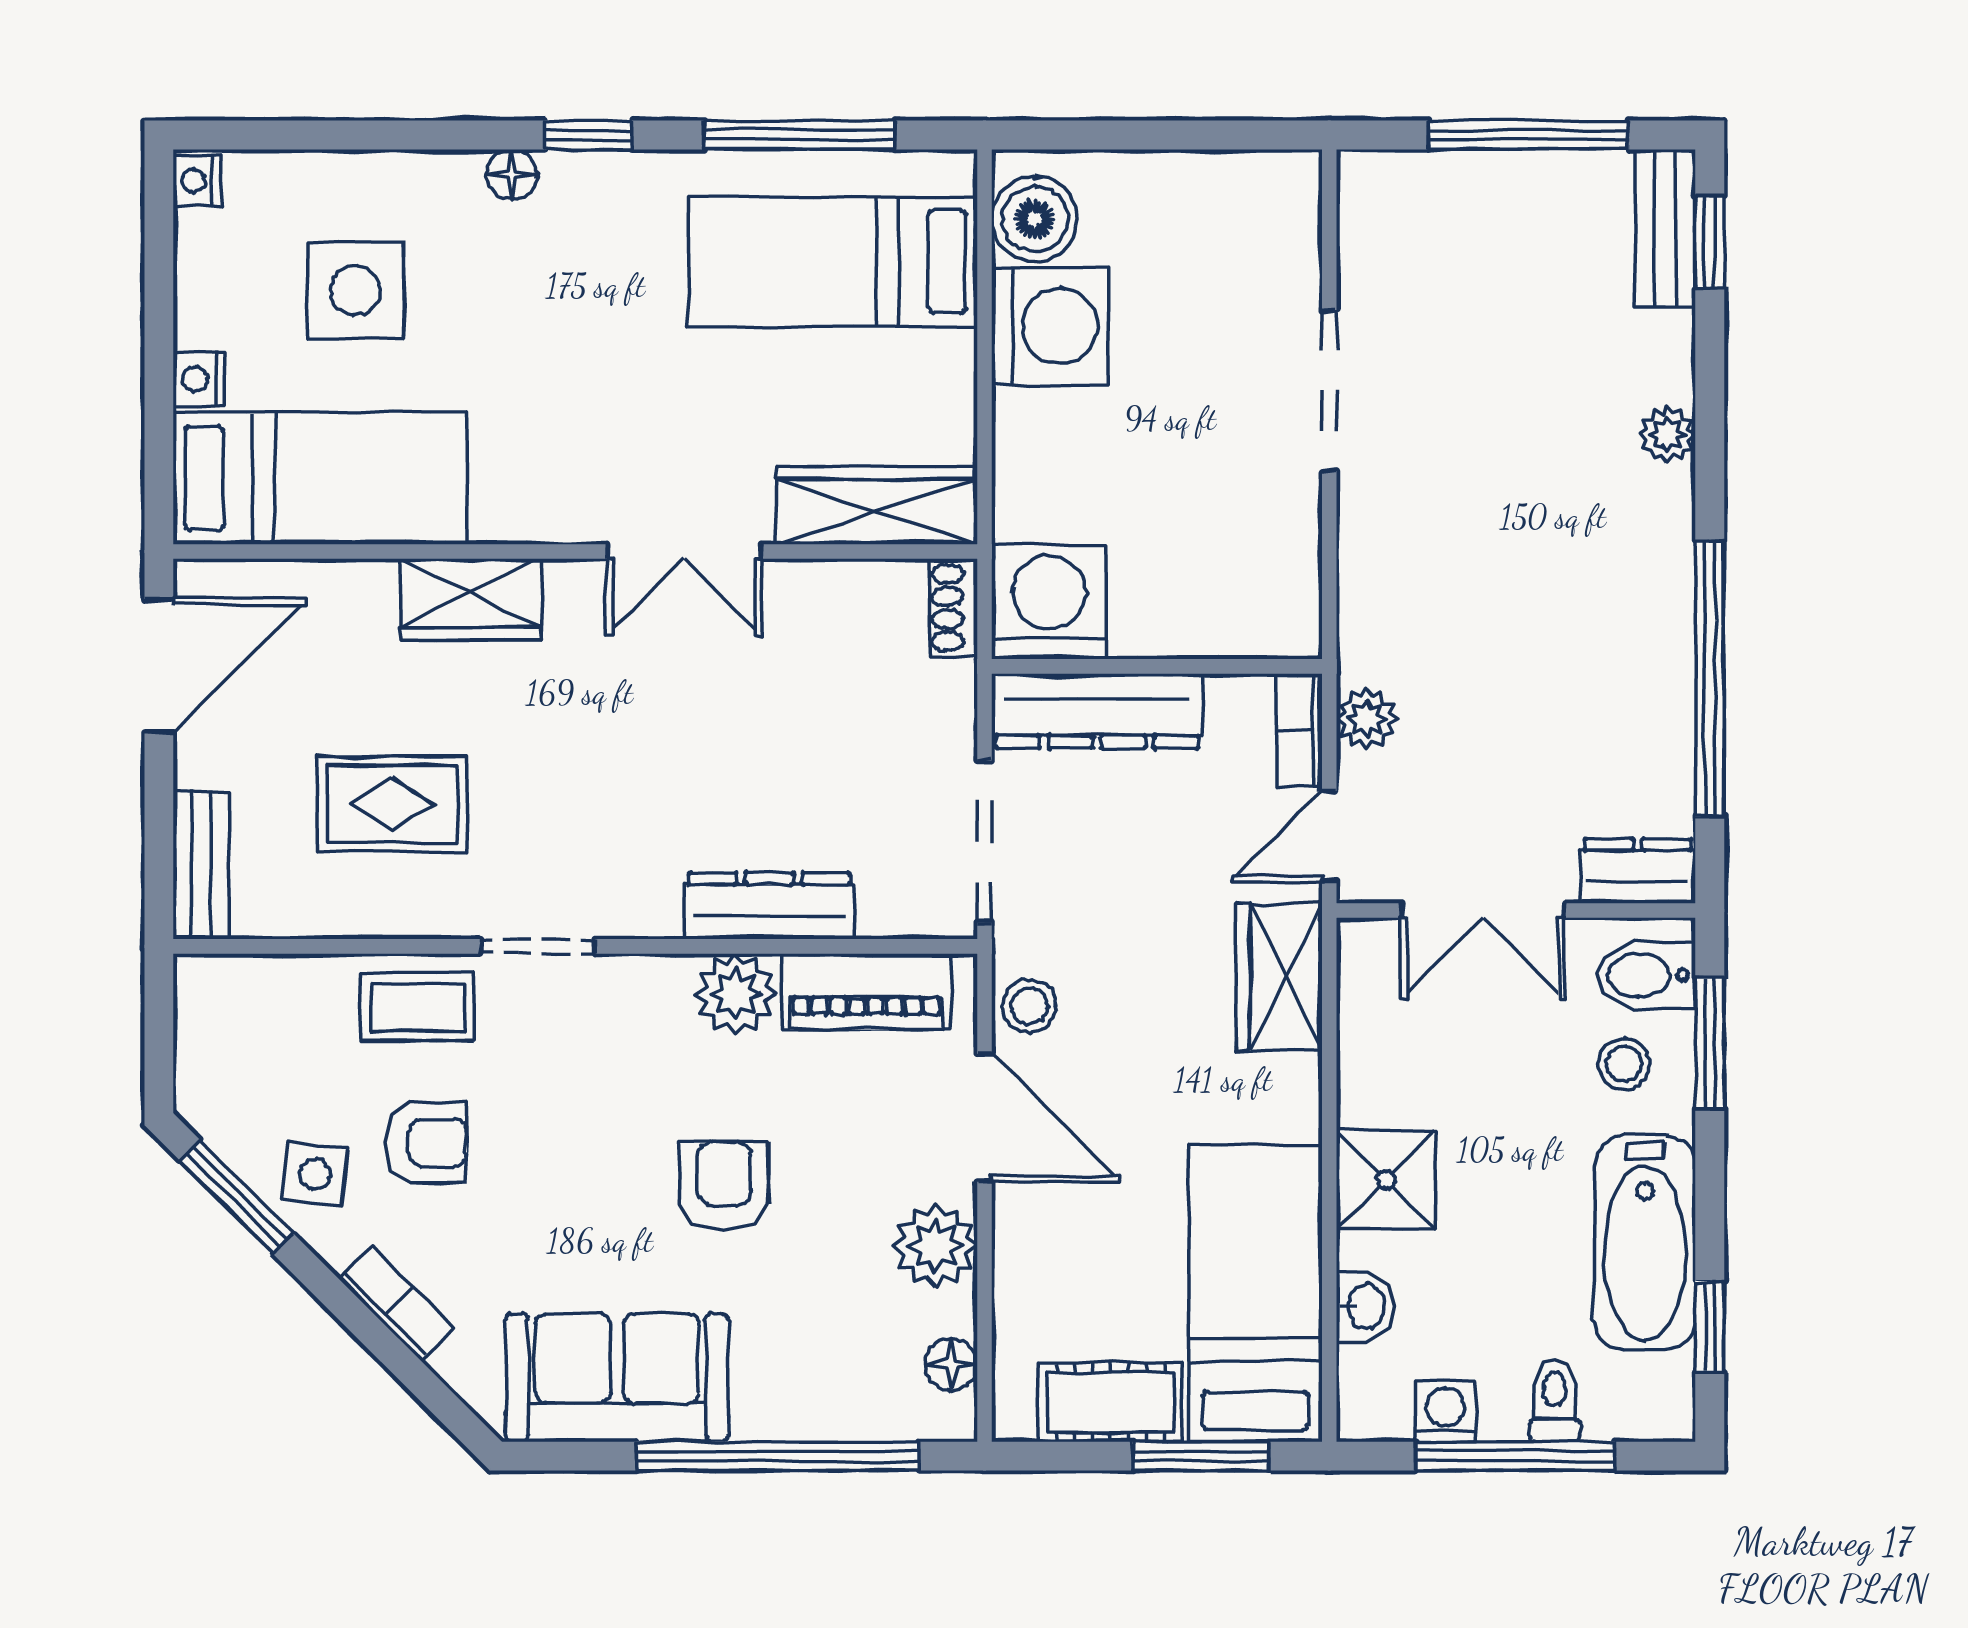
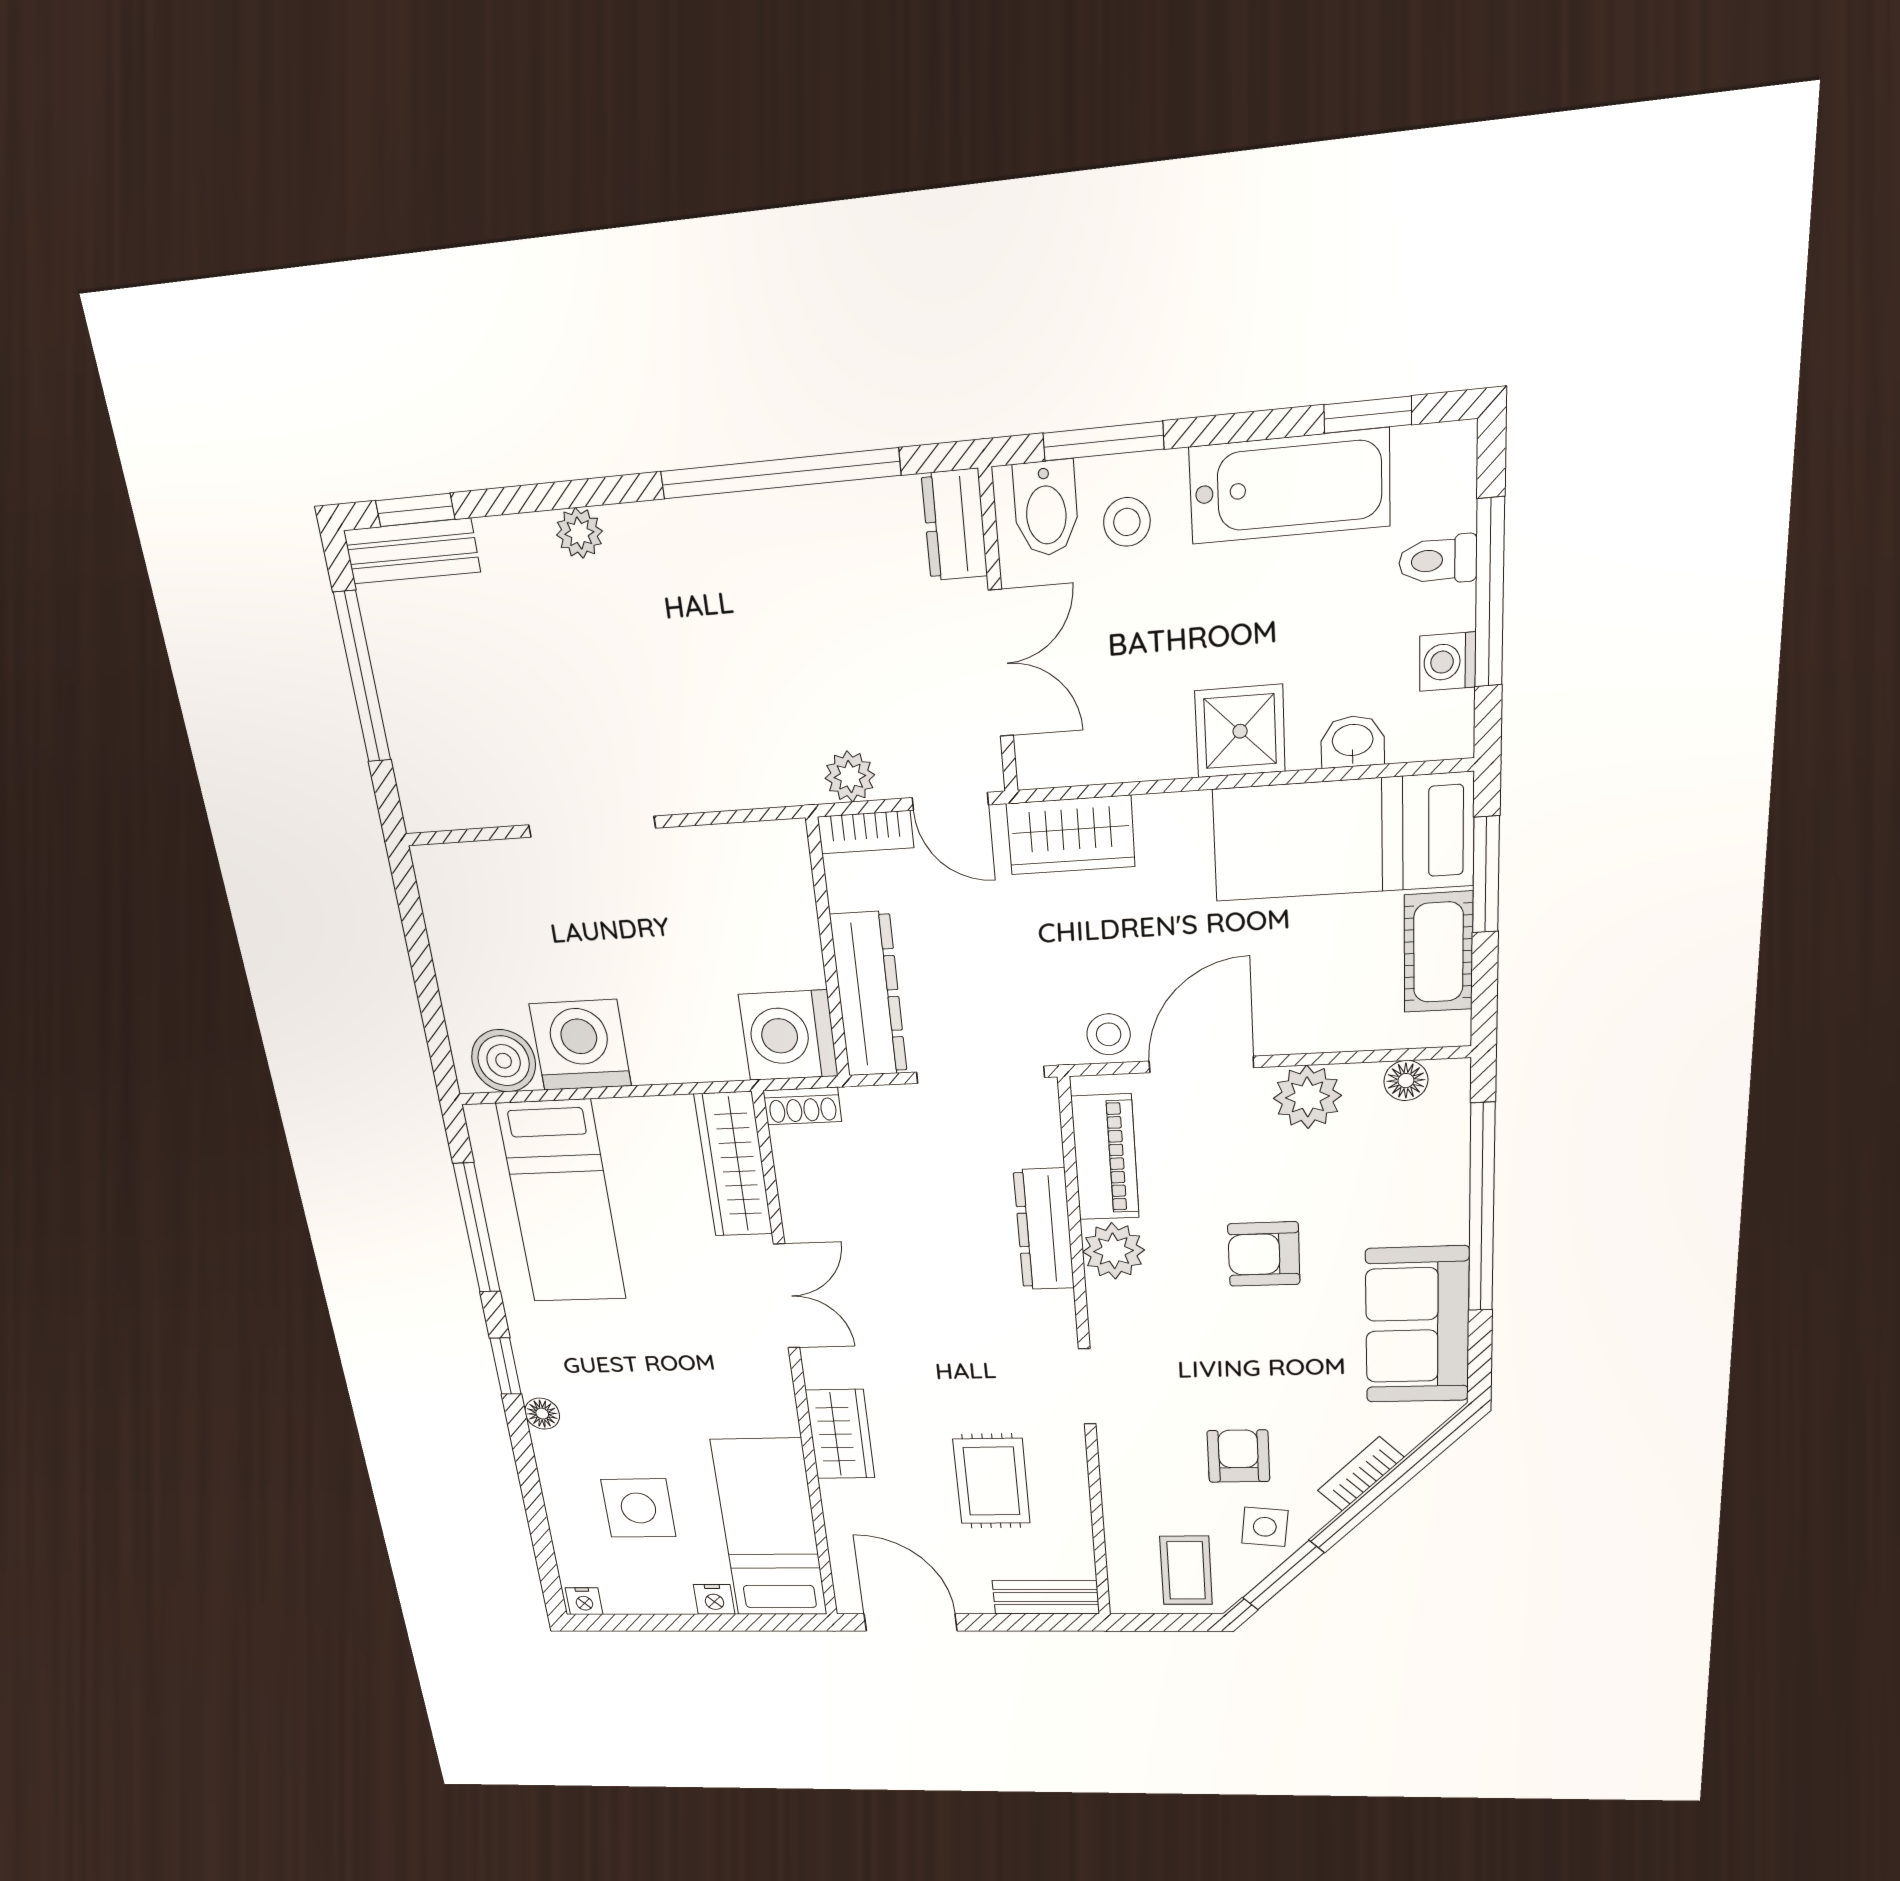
coffee table: (418, 1007) -> (1186, 1570), moved

